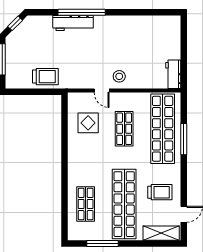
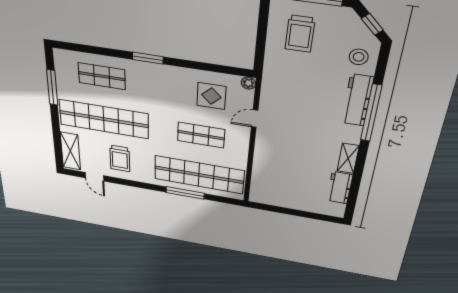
shelving: (123, 21) -> (348, 158), added
workbench: (173, 74) -> (340, 188), moved, turned -90
stool: (119, 76) -> (359, 57), moved
trolley: (45, 77) -> (300, 34), moved
plant: (73, 97) -> (248, 83), added
window: (64, 169) -> (148, 58), added

